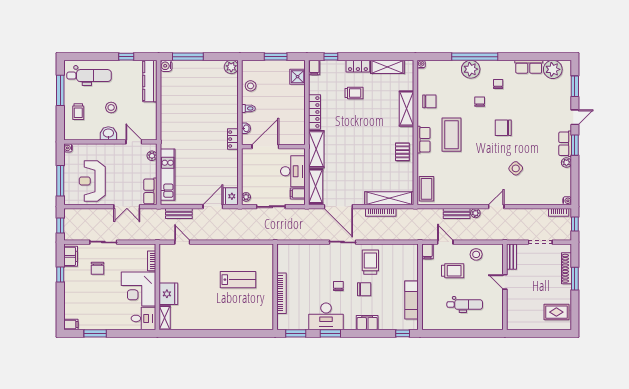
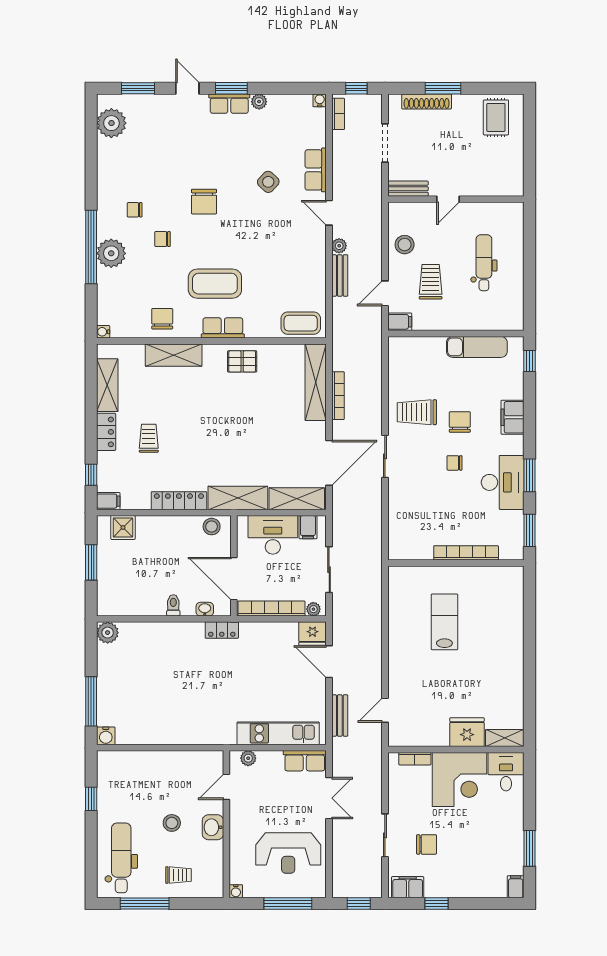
row of seats: (529, 67) -> (316, 170), moved, turned 180
kitchen counter: (150, 81) -> (130, 761), removed
stool: (251, 86) -> (212, 527), moved
bookcase: (246, 170) -> (271, 609), added

